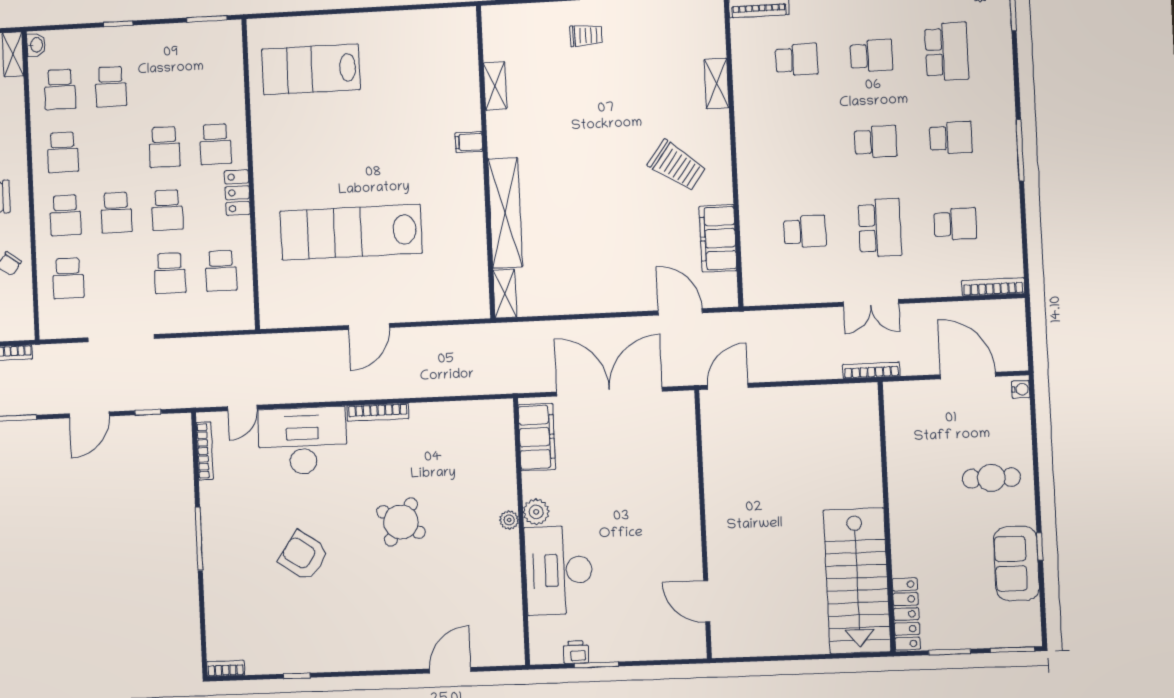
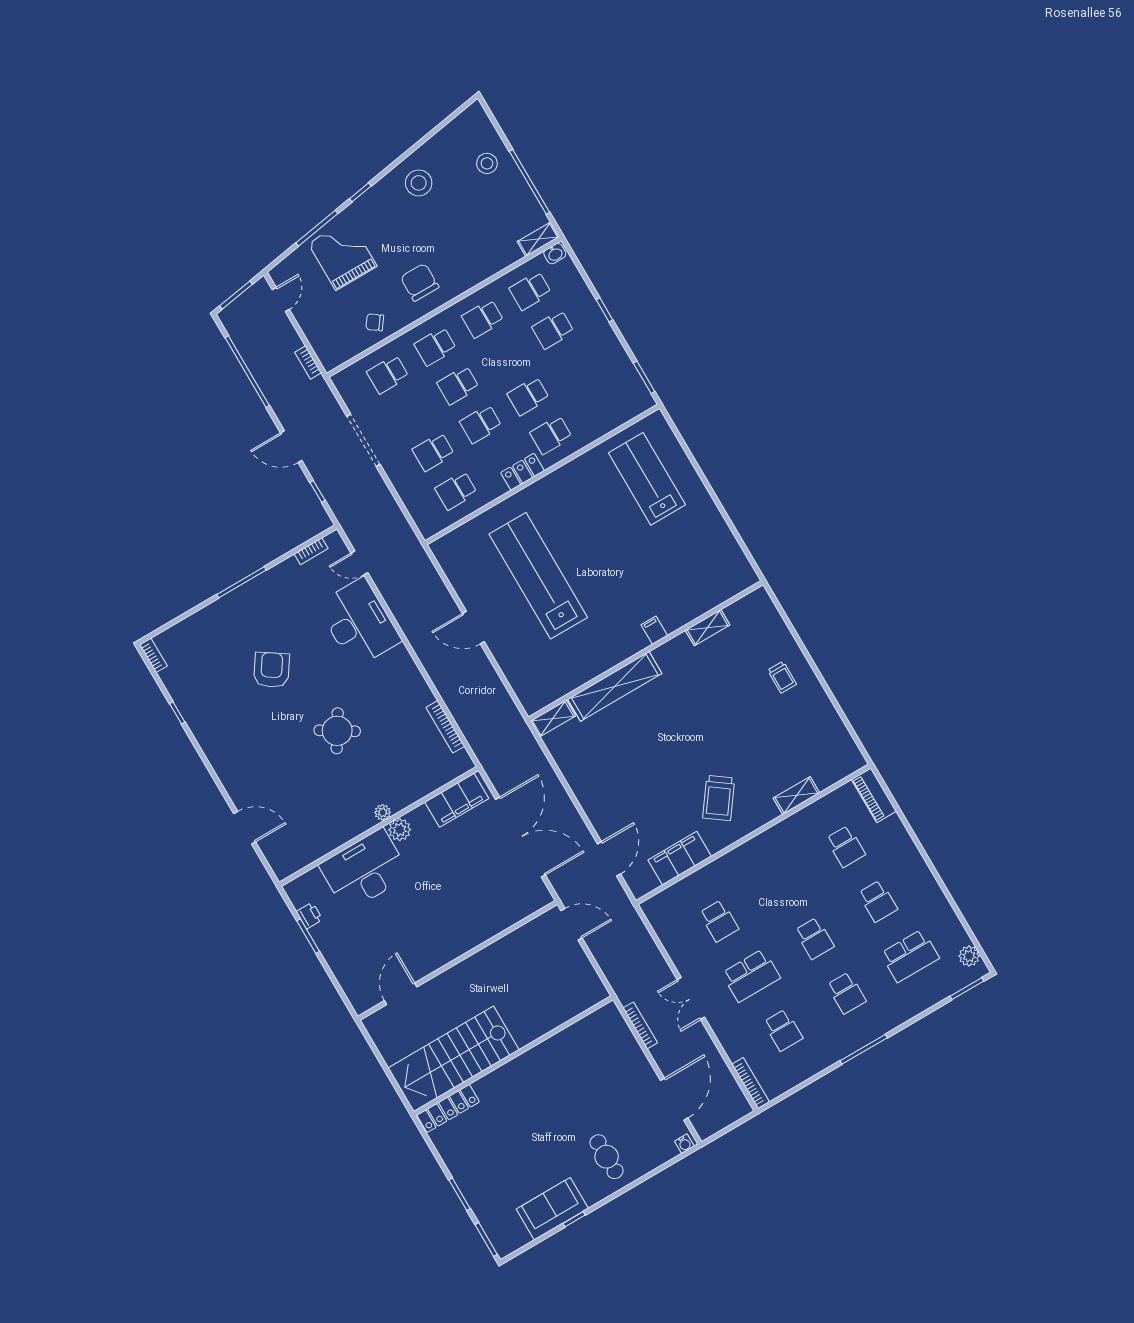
bookcase: (378, 412) -> (445, 727), moved
bookcase: (205, 451) -> (311, 551), width x0.64
wall: (887, 517) -> (513, 1056), moved
stairs: (857, 581) -> (453, 1059), moved
locker: (906, 614) -> (448, 1108), moved

